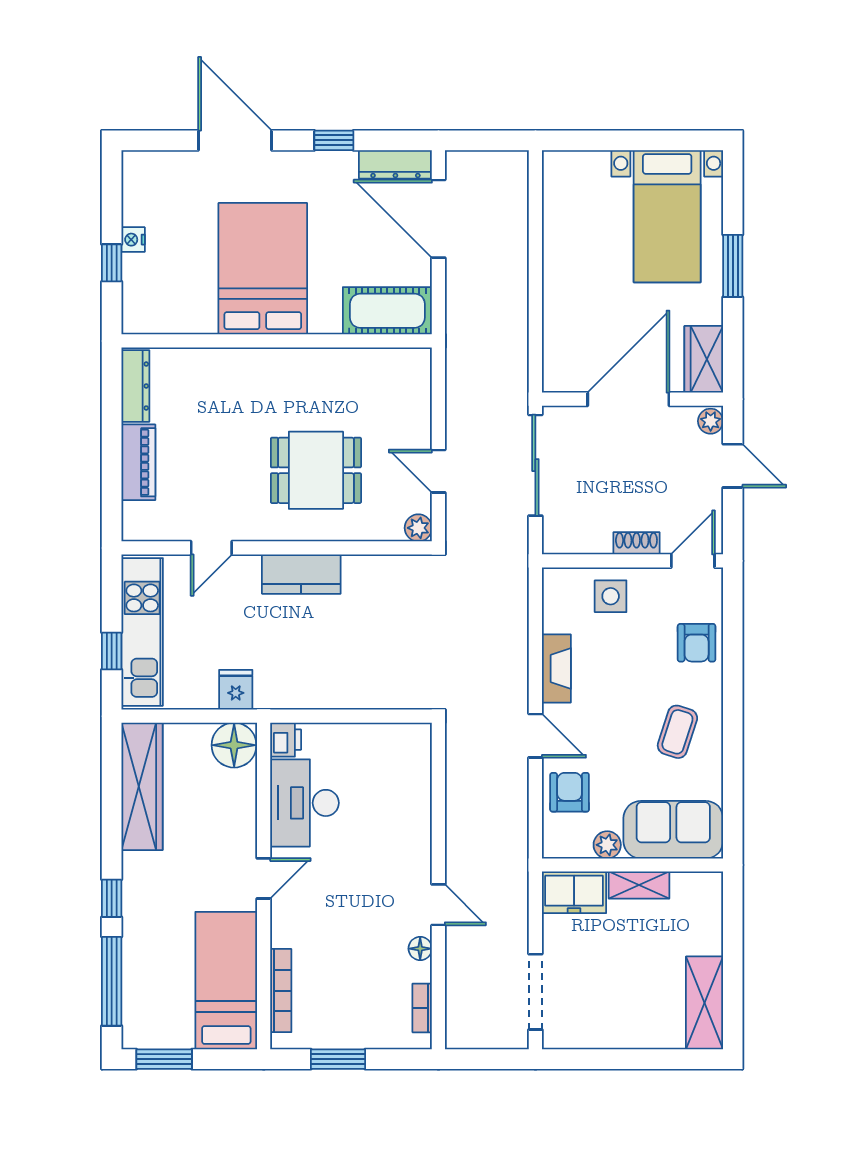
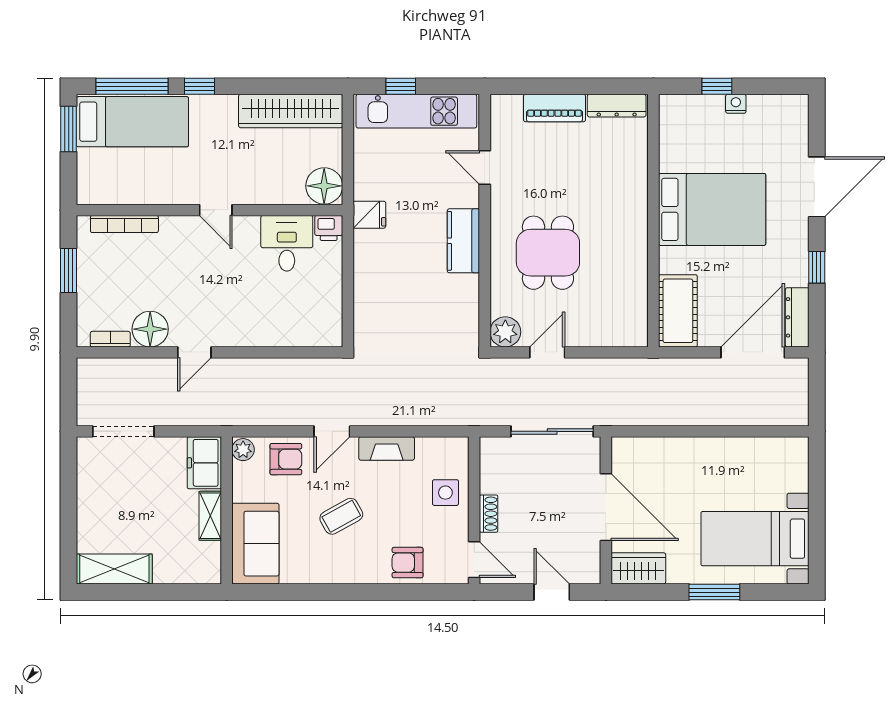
plant: (711, 421) -> (588, 574), removed
door: (733, 466) -> (552, 592), swing flipped
plant: (418, 528) -> (505, 332), width x1.38, depth x1.38
fridge: (236, 690) -> (369, 215), moved
coffee table: (677, 732) -> (341, 516), moved, turned -47
desk: (304, 803) -> (287, 243), width x0.73
plant: (607, 845) -> (243, 450), moved
floor lamp: (420, 949) -> (150, 329), width x1.89, depth x1.89
bed: (226, 981) -> (132, 122), moved

